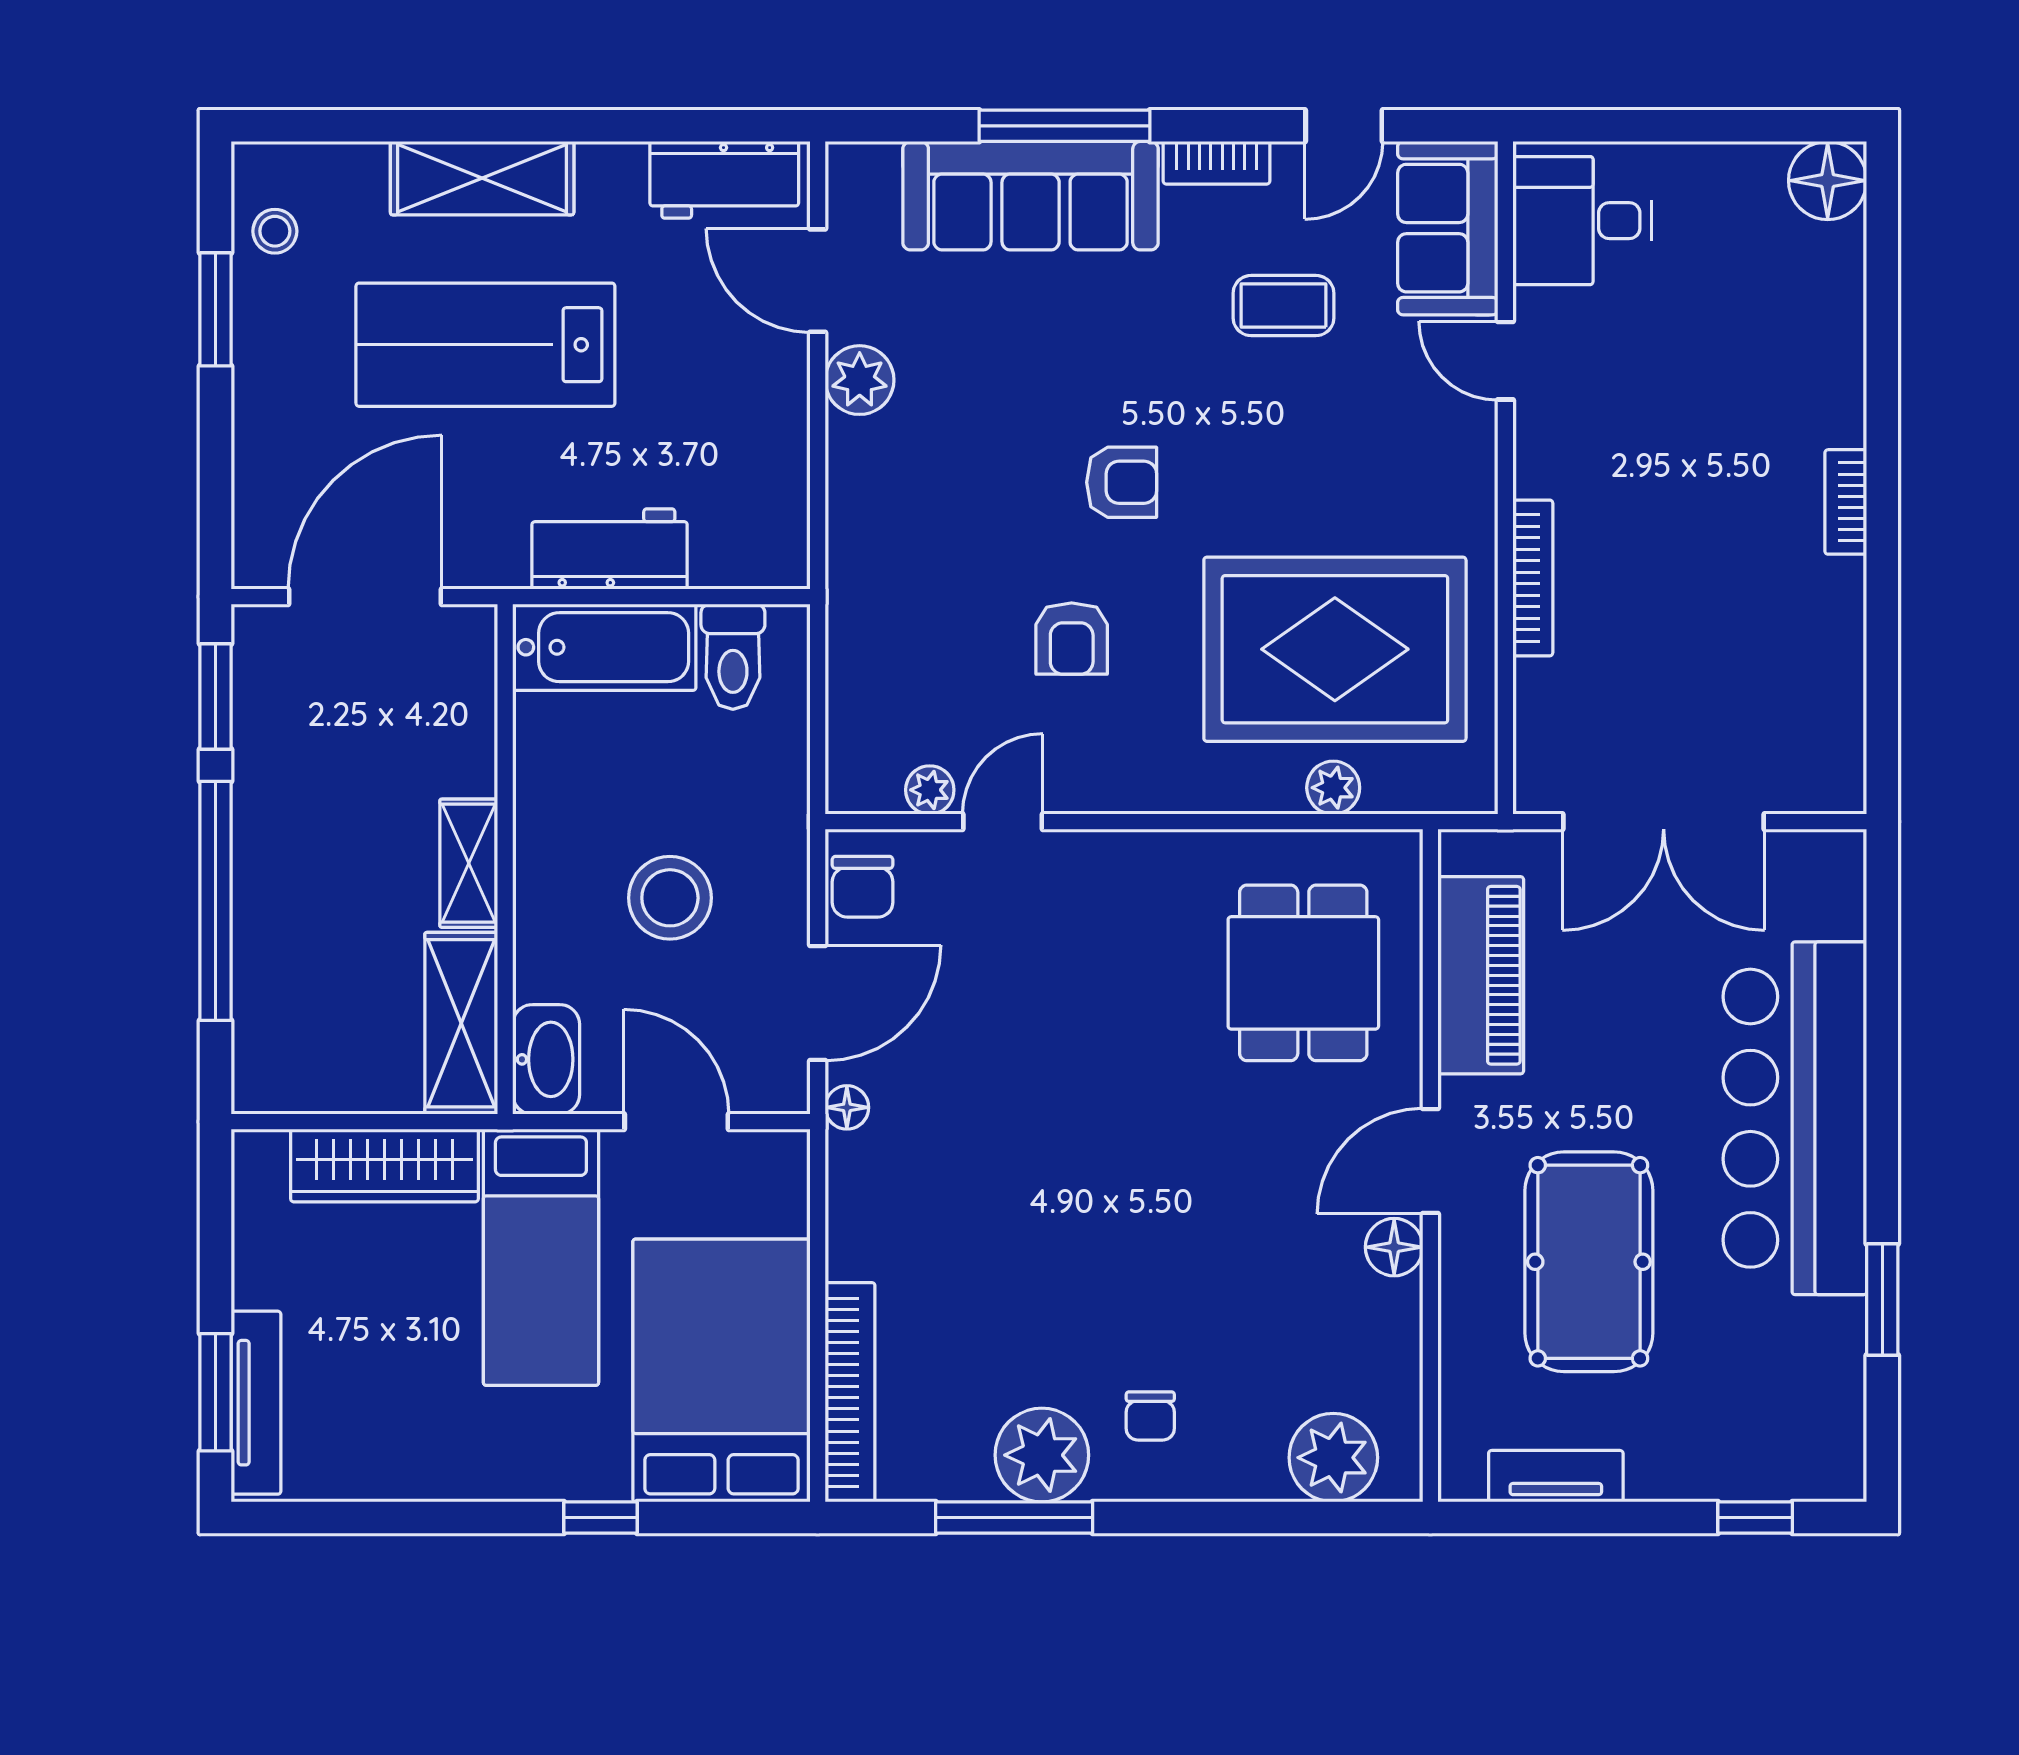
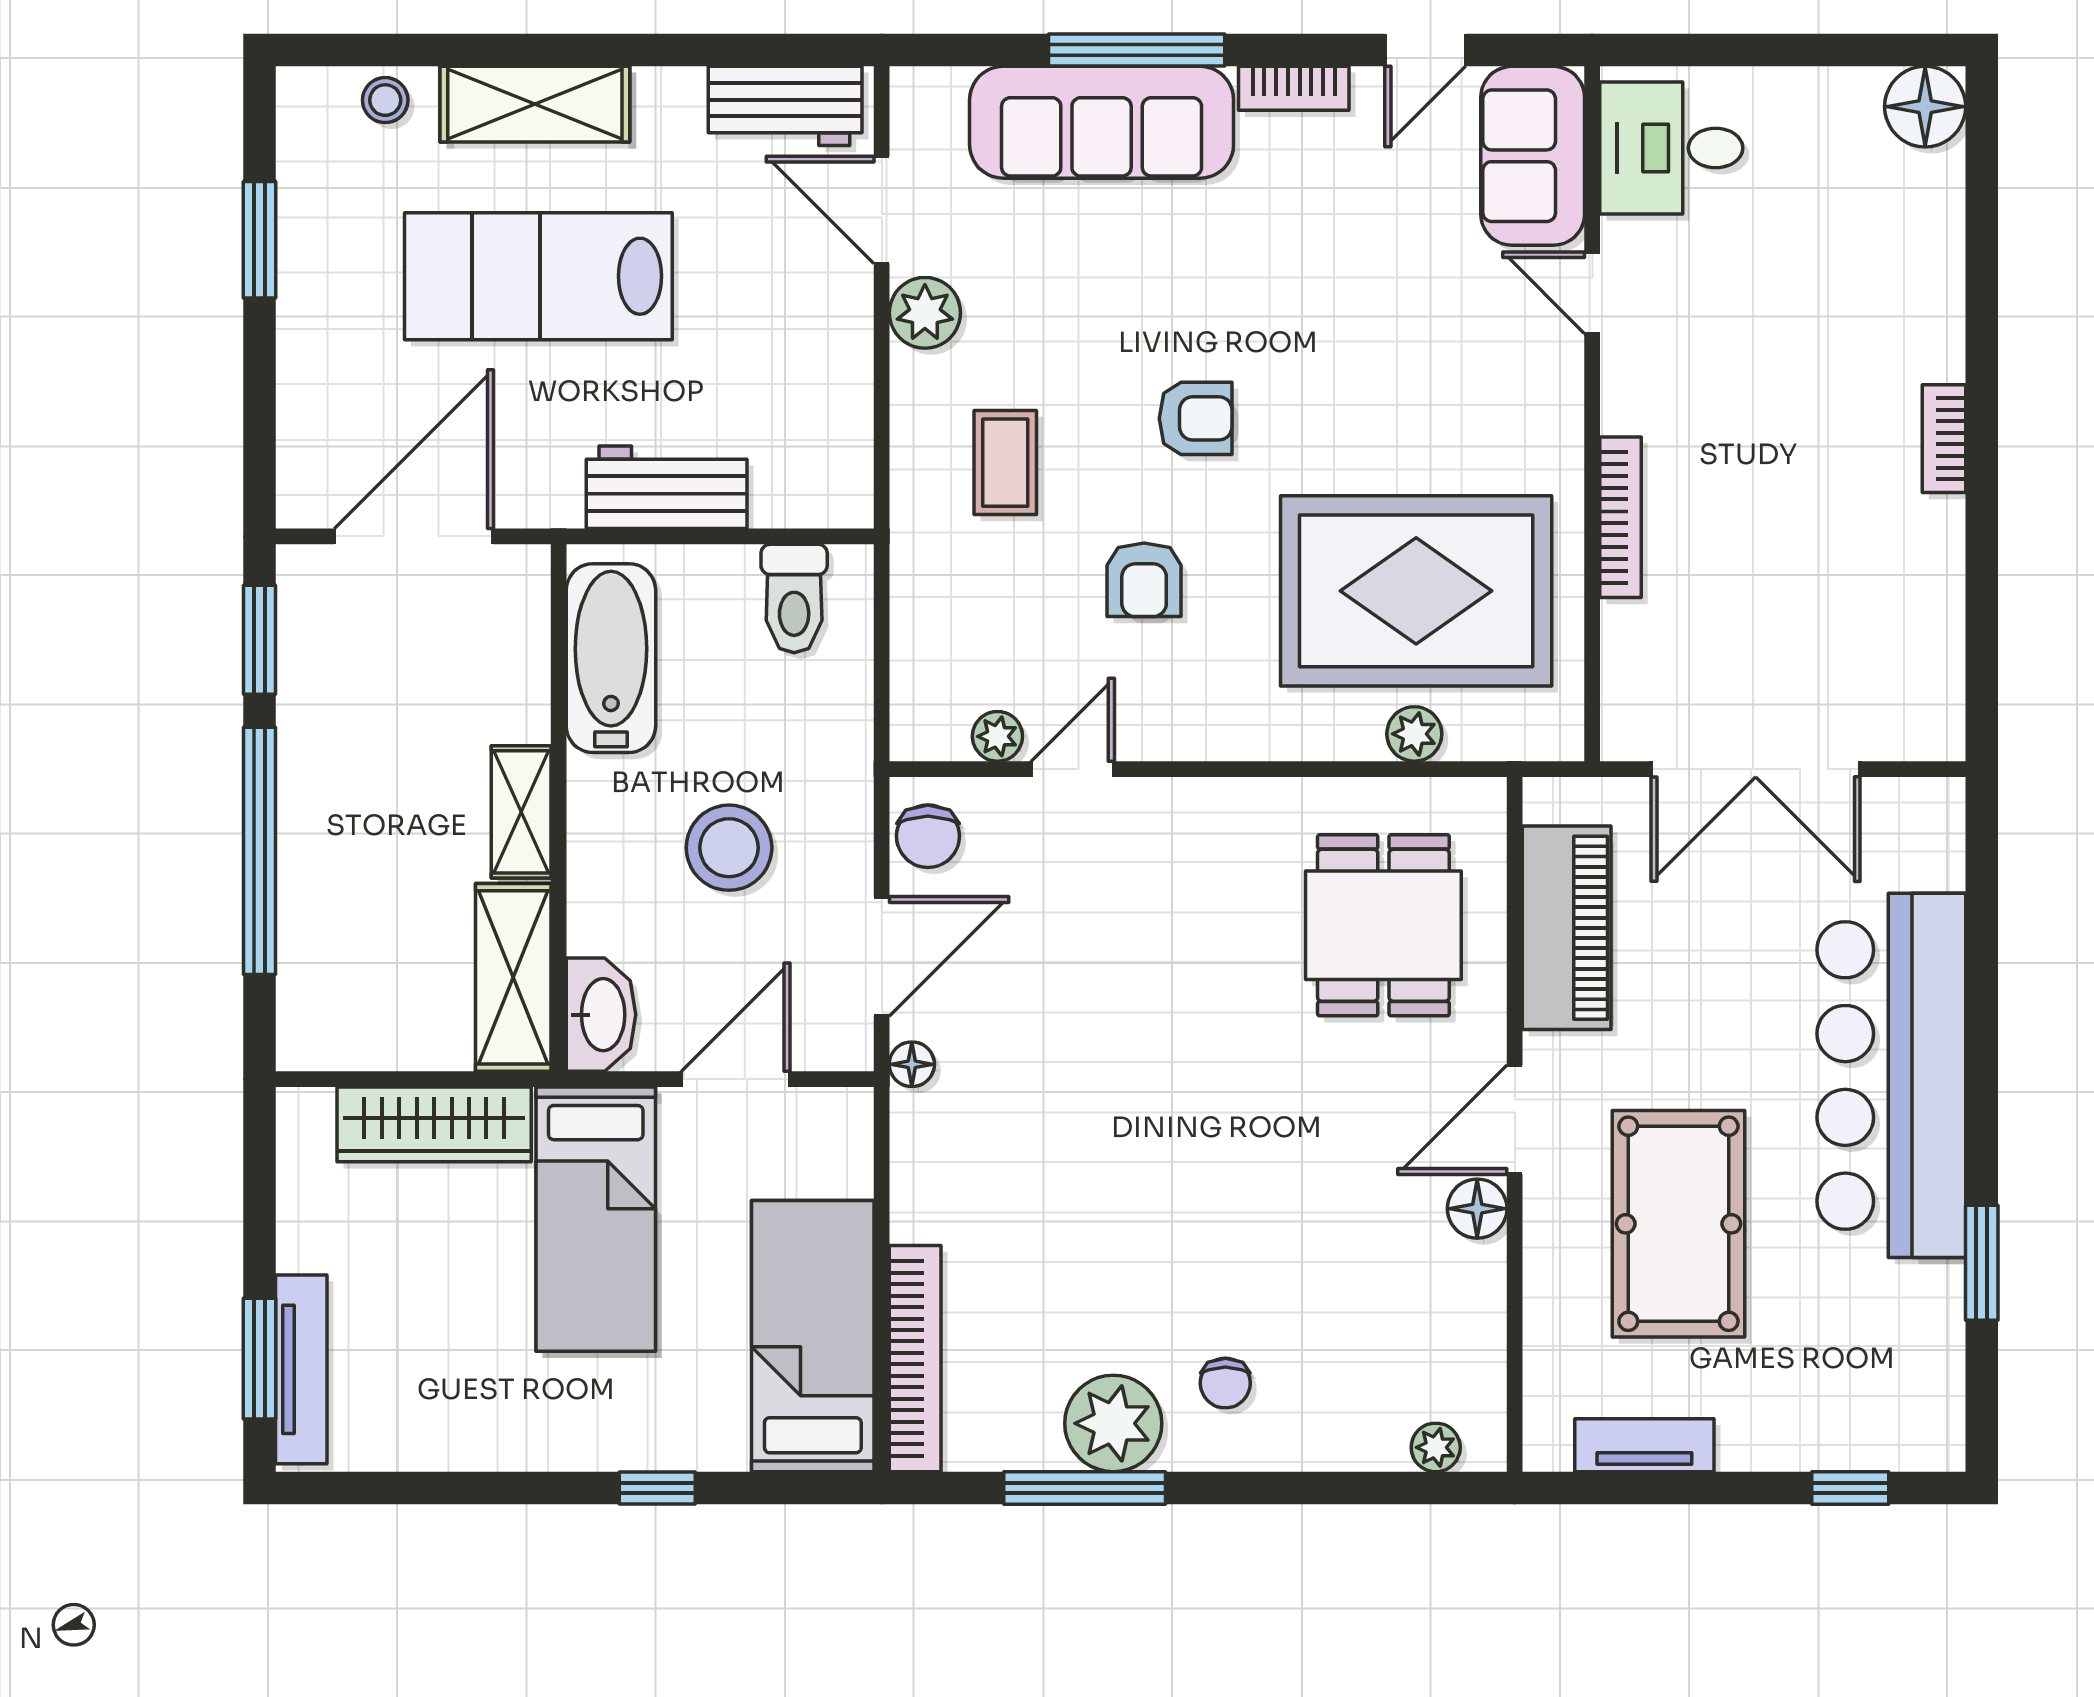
stool: (275, 231) -> (385, 100), moved
coffee table: (1284, 306) -> (1005, 463), moved, turned 90
bathtub: (605, 647) -> (611, 658), moved, turned -90
door: (676, 1122) -> (736, 1079), hinge flipped
bed: (721, 1370) -> (813, 1336), width x0.67
plant: (1333, 1458) -> (1436, 1447), width x0.53, depth x0.53

